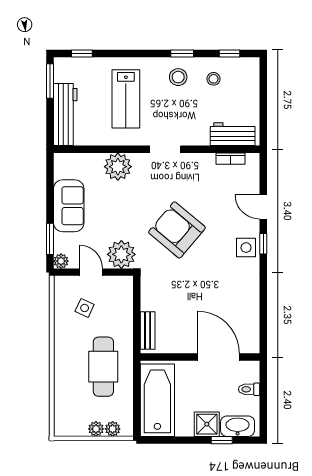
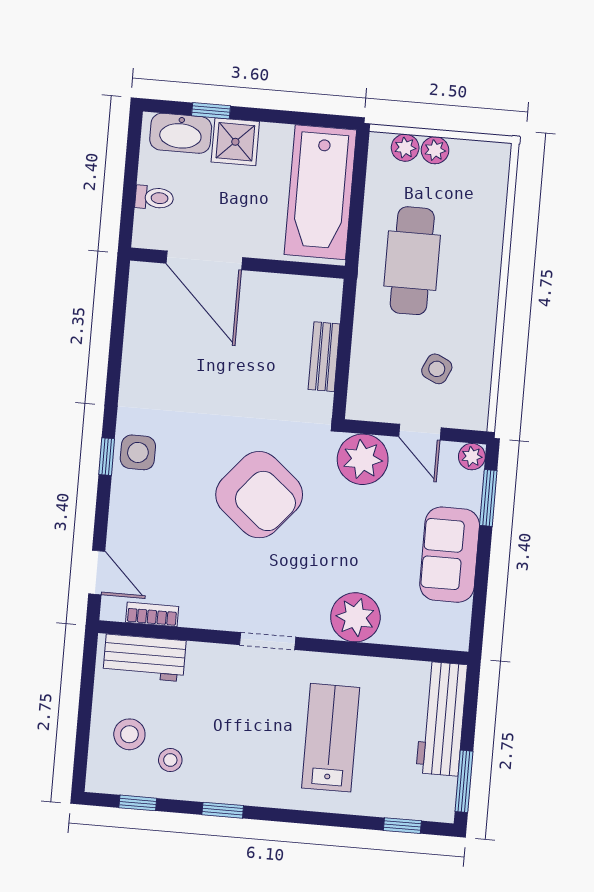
stool: (178, 77) -> (129, 734), moved
door: (263, 207) -> (97, 573), moved
bench: (148, 330) -> (324, 357), moved

